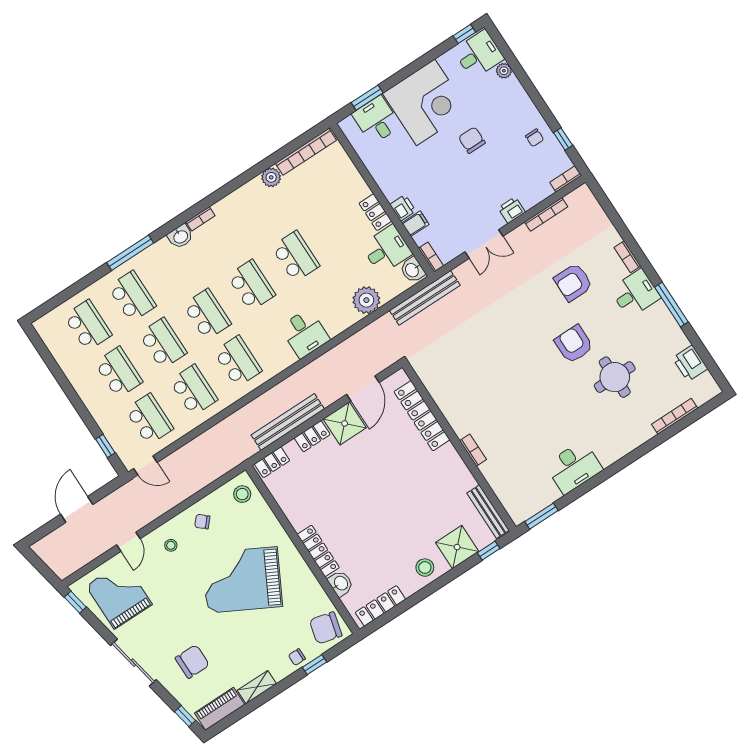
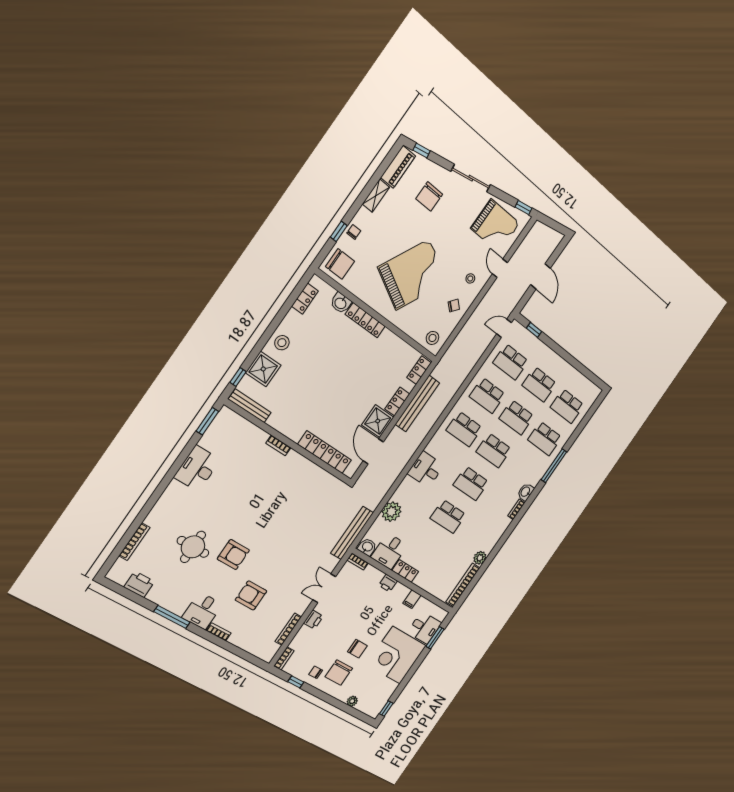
desk: (479, 54) -> (372, 702), removed
chair: (506, 121) -> (339, 672), added
filing cabinet: (415, 224) -> (412, 599), moved
armchair: (573, 282) -> (251, 595), turned -90
locker: (380, 606) -> (305, 299), width x0.66
chair: (326, 628) -> (340, 264), turned 76

